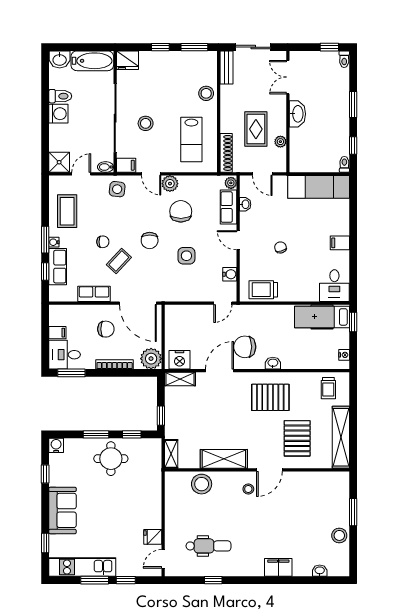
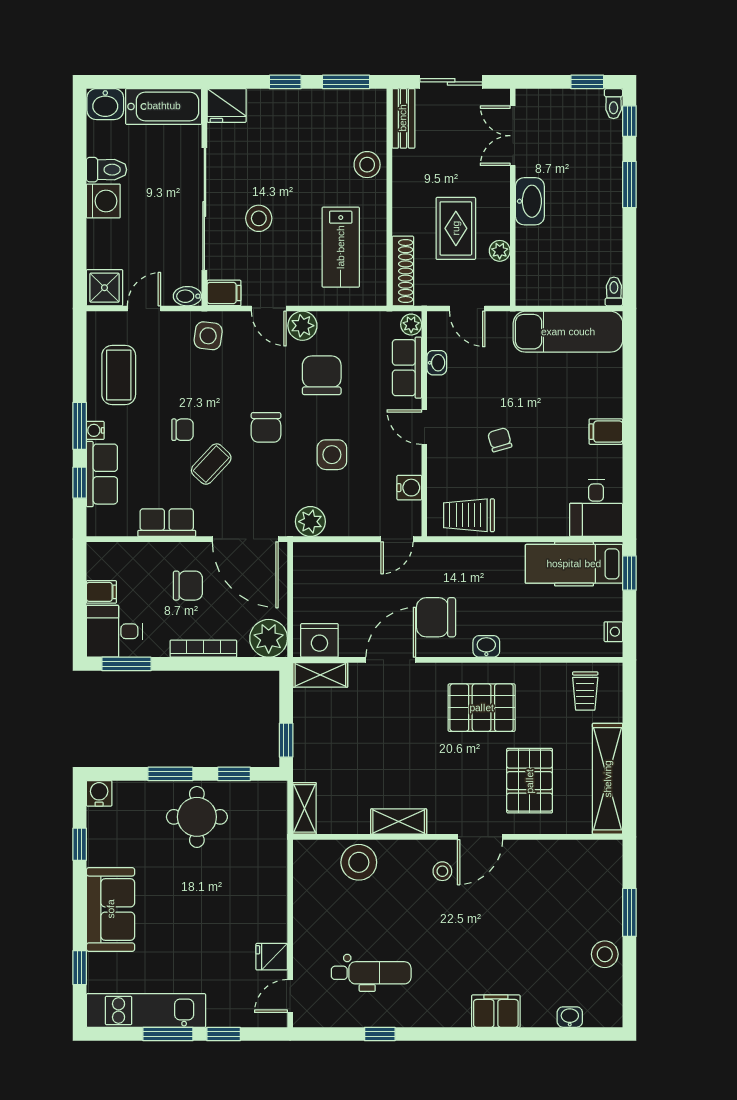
window: (353, 146) -> (629, 121), moved
plant: (174, 293) -> (310, 522), added
shelving: (224, 459) -> (399, 822), width x0.67, depth x0.75

